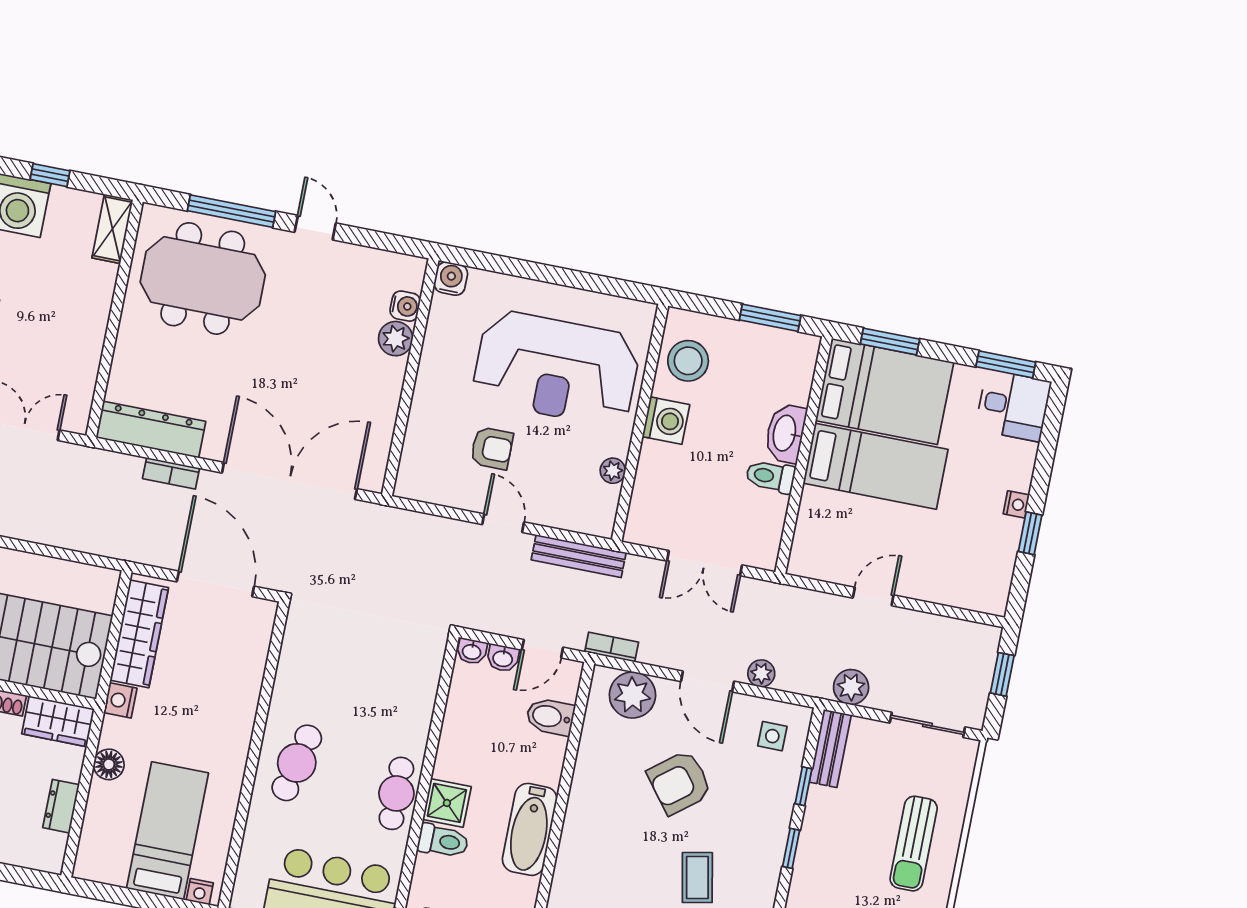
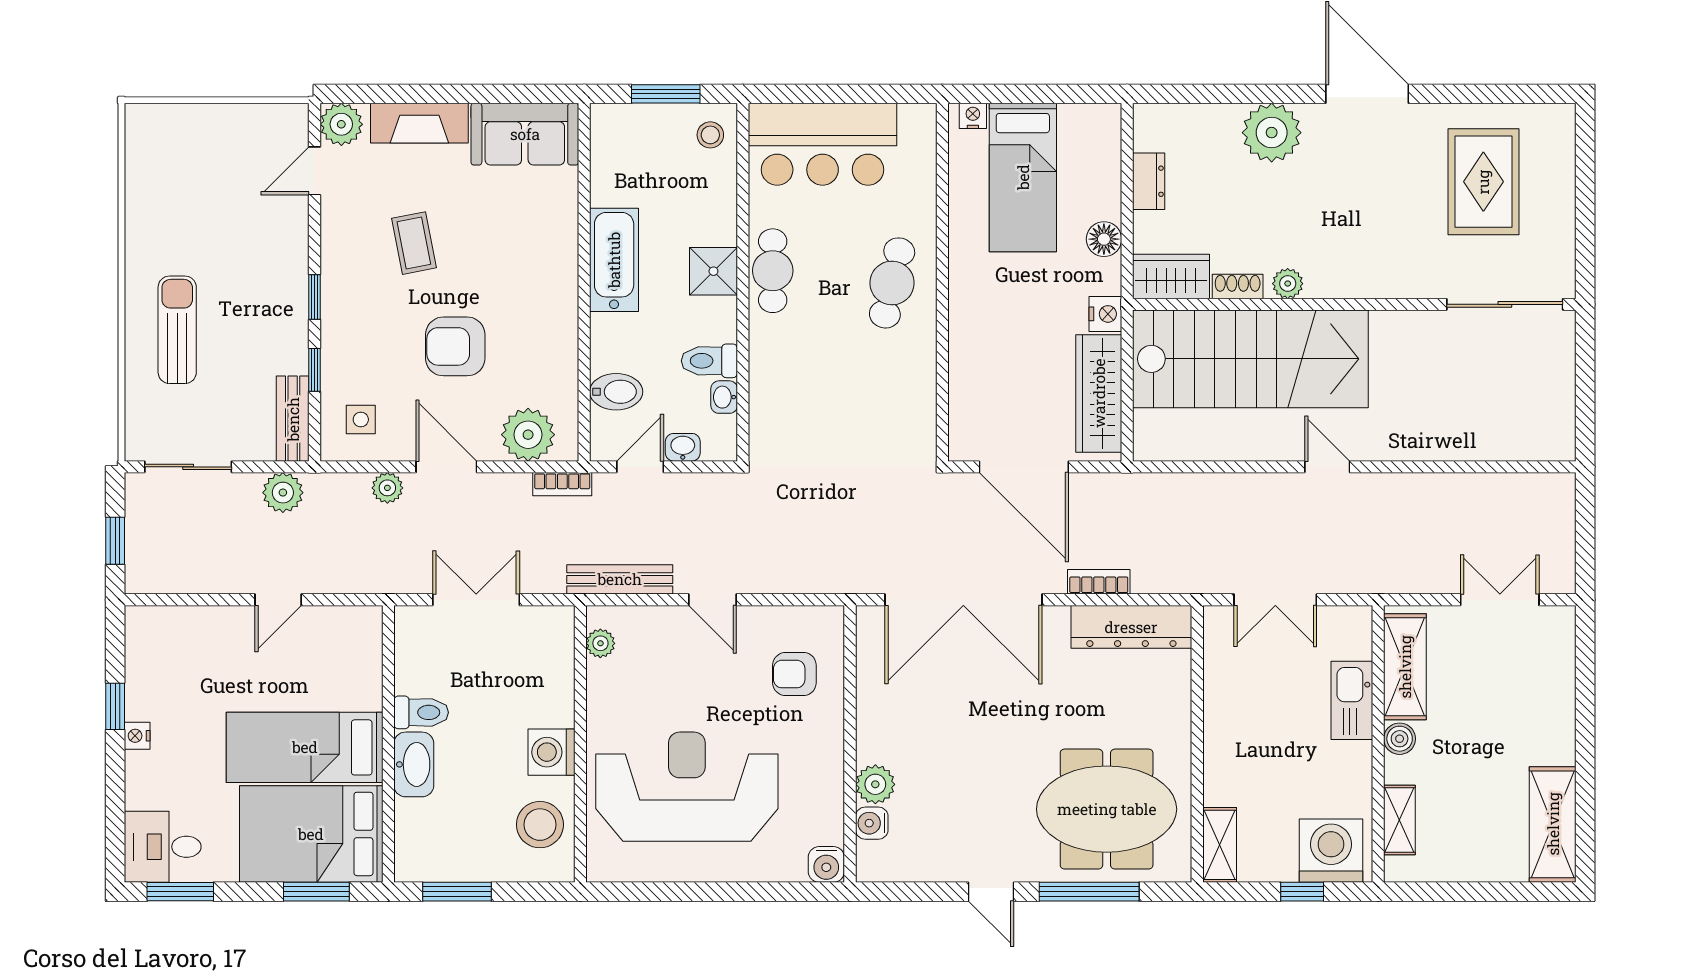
armchair: (492, 448) -> (794, 674), moved
plant: (613, 471) -> (600, 643), moved
washbasin: (472, 651) -> (724, 397), moved, turned -90
armchair: (680, 782) -> (455, 346), turned -142
toilet: (443, 841) -> (709, 361), moved

